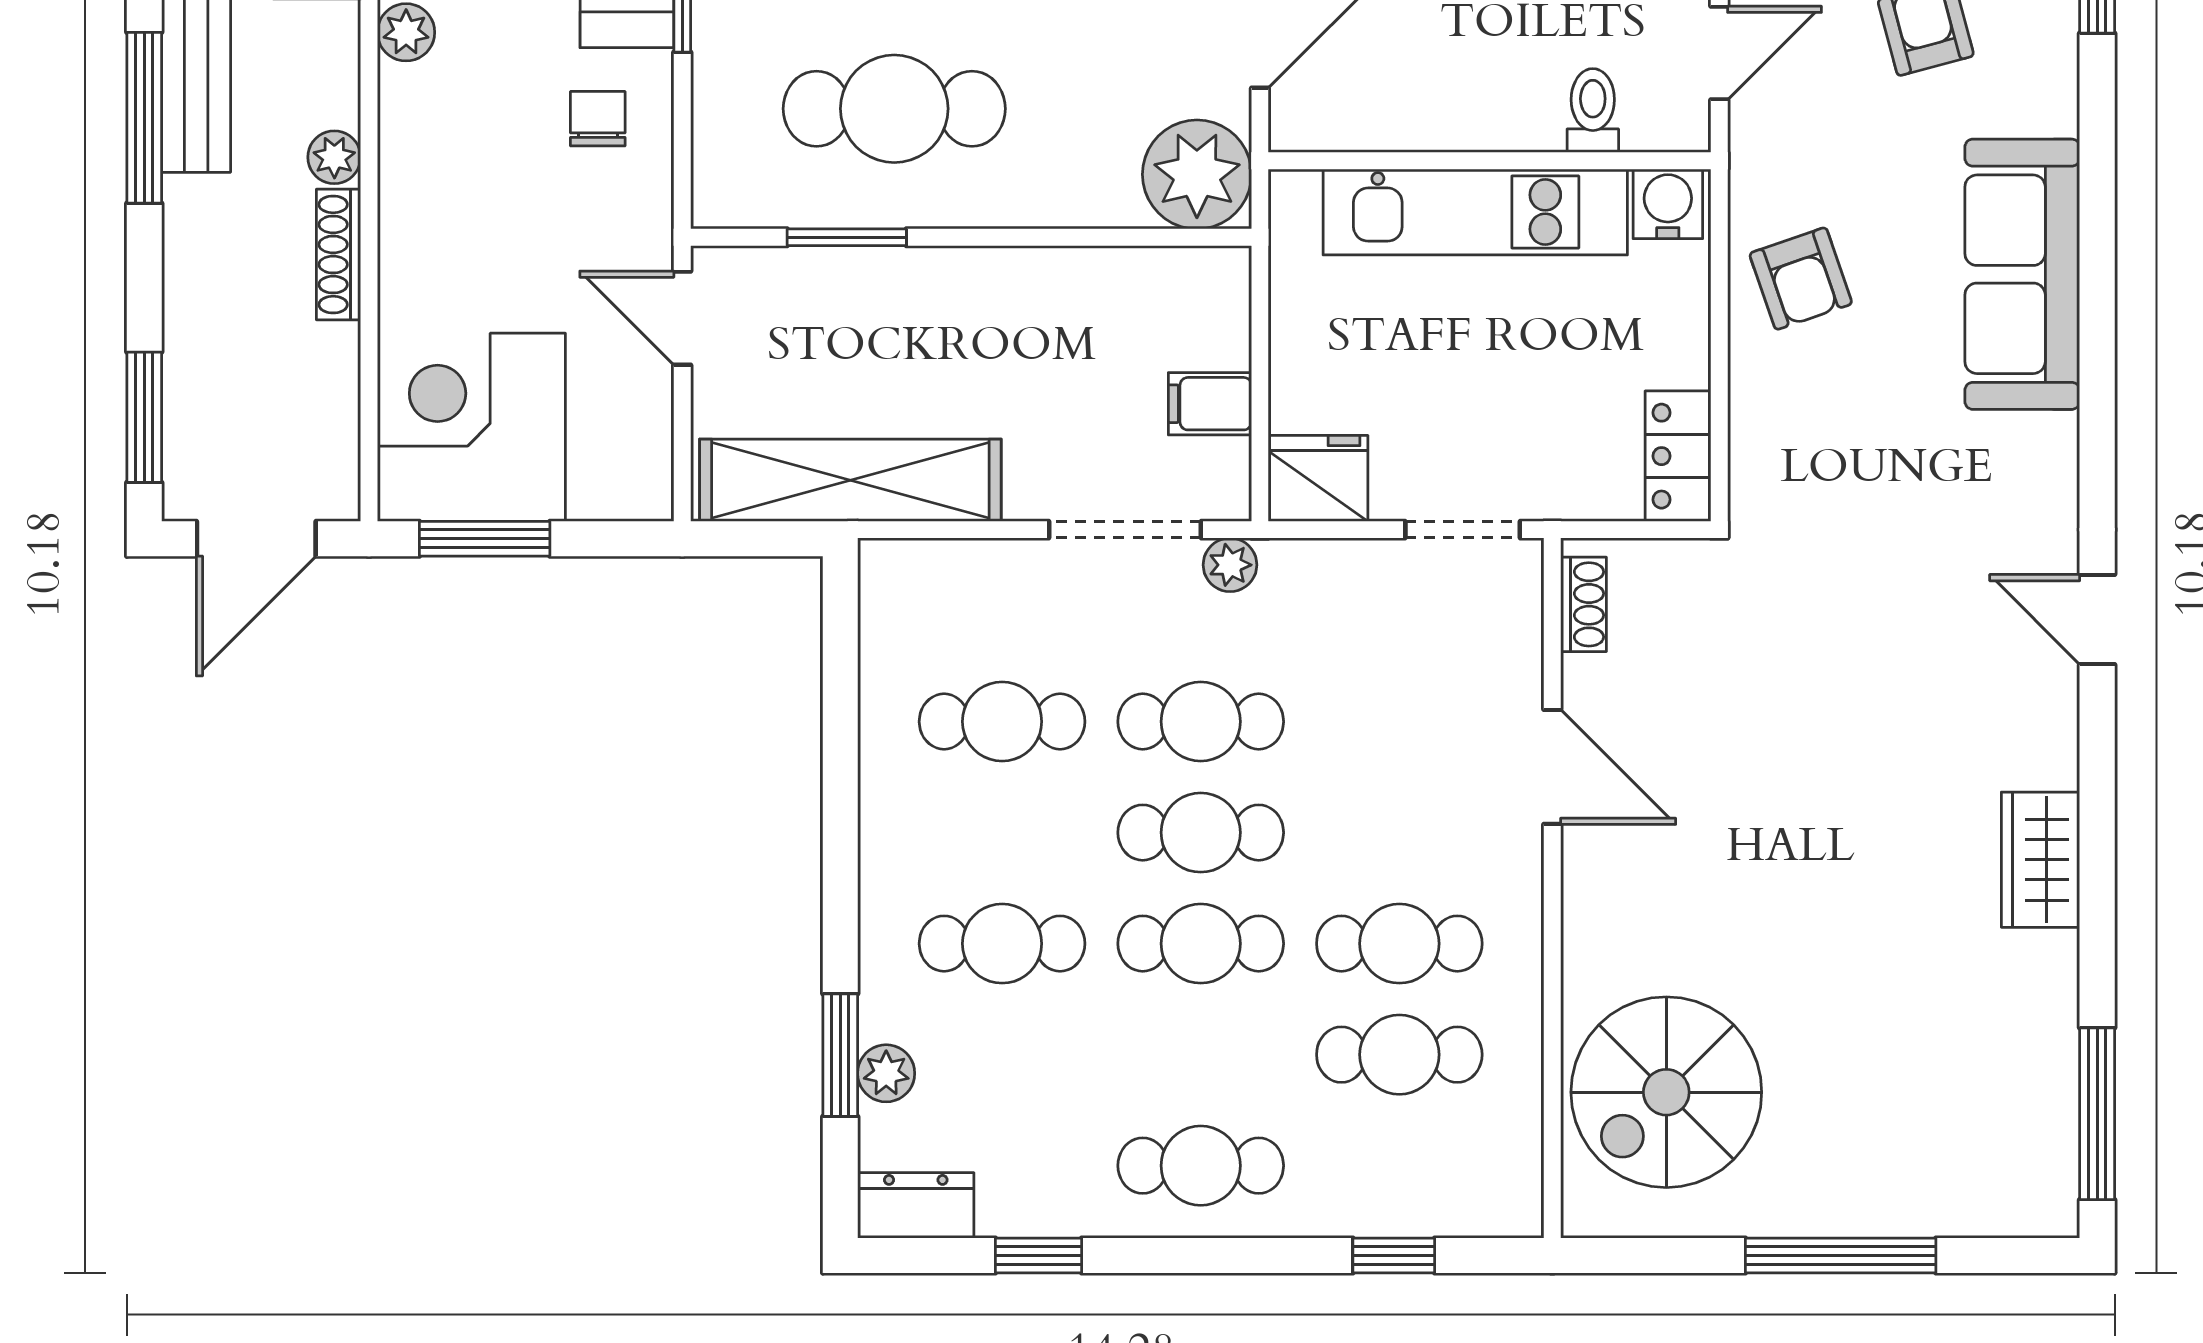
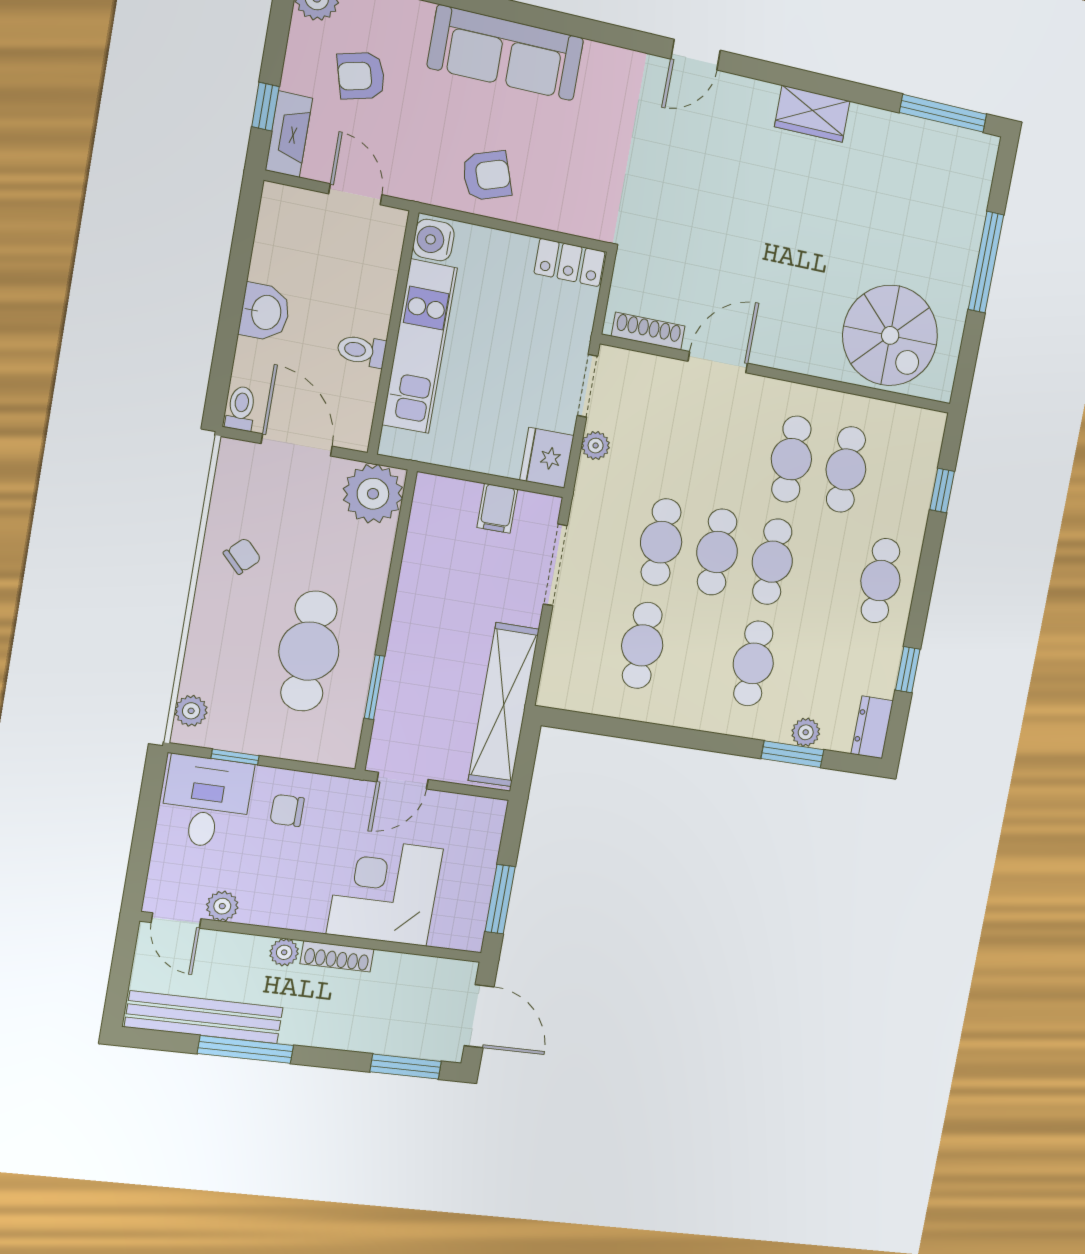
toilet: (1593, 110) -> (361, 351), moved
corner desk: (471, 427) -> (385, 891), moved, turned 90
plant: (1230, 565) -> (596, 446), moved
shoe rack: (1583, 604) -> (648, 331), width x1.43

